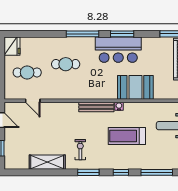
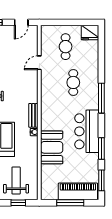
window: (122, 34) -> (101, 149), moved
door: (33, 101) -> (39, 63), moved
bench: (96, 107) -> (33, 115), width x0.73

